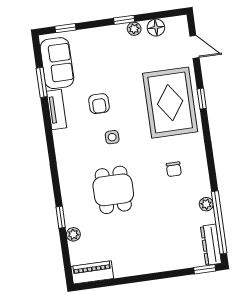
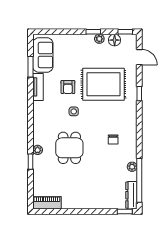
window: (65, 28) -> (125, 32), moved
rug: (170, 103) -> (103, 84), moved, turned 90
plant: (73, 234) -> (38, 150), moved

